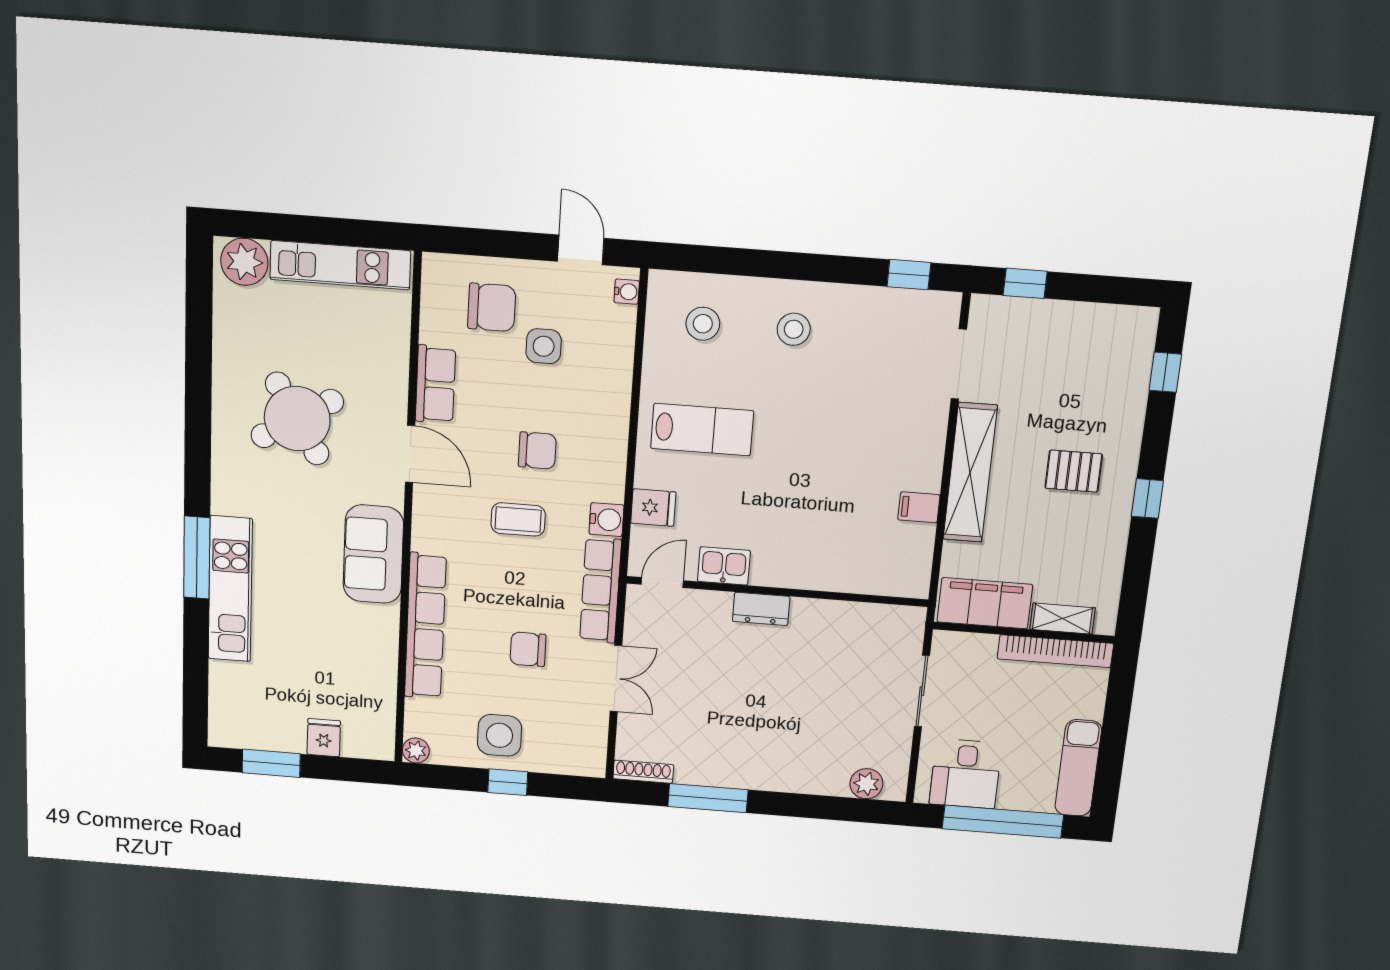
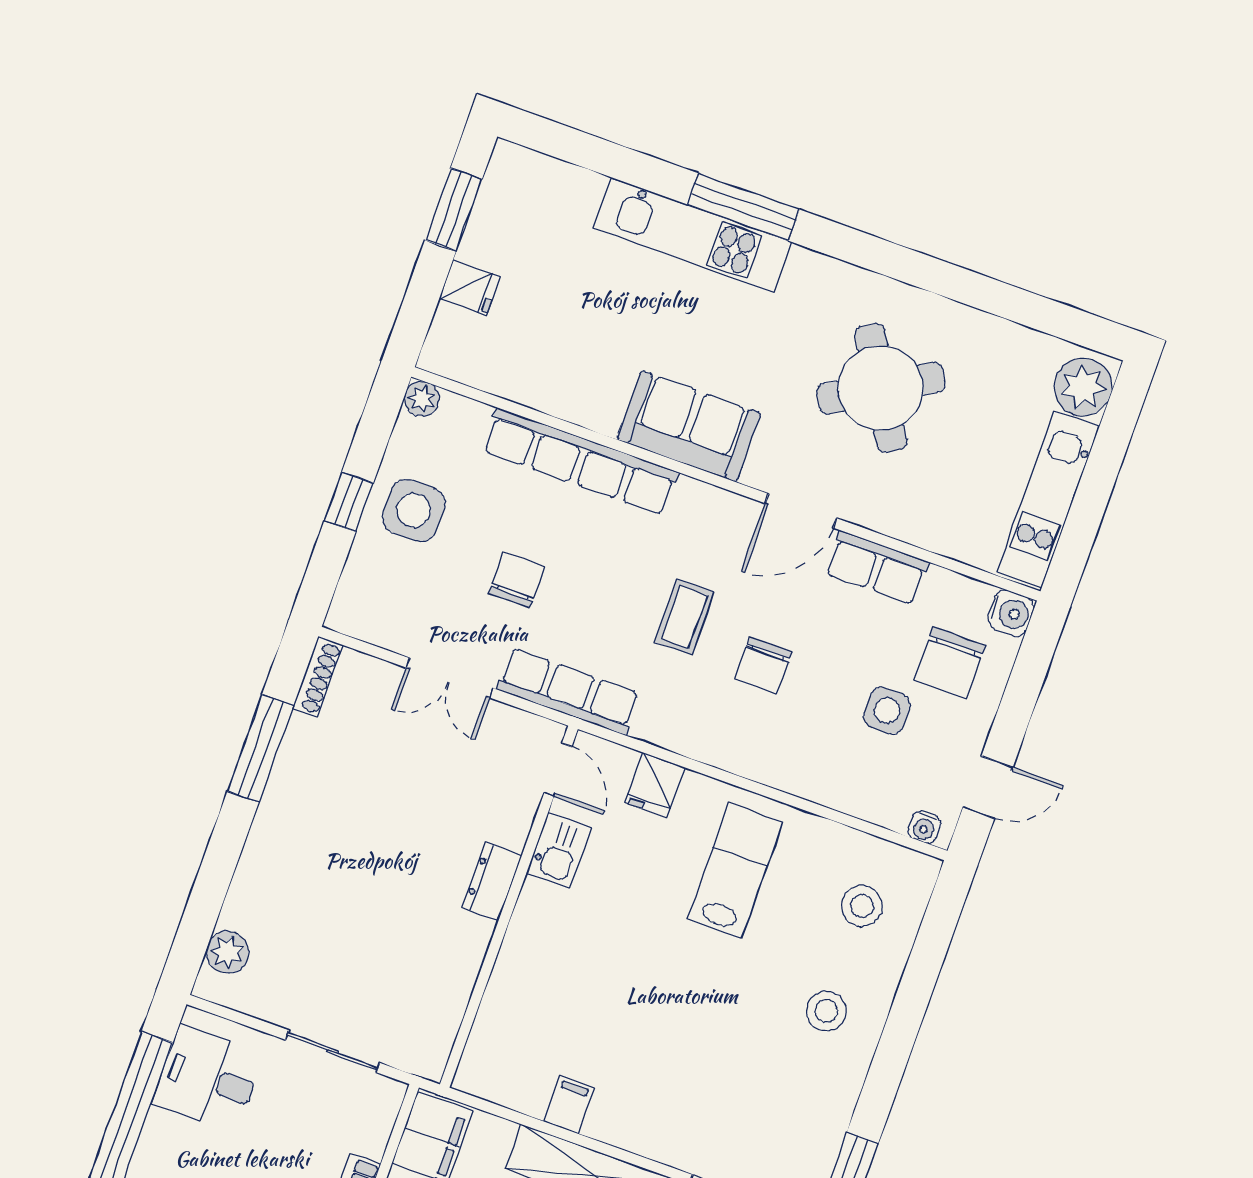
lab bench: (702, 430) -> (735, 870), turned 180
water cooler: (607, 520) -> (1011, 613), moved, turned -90

